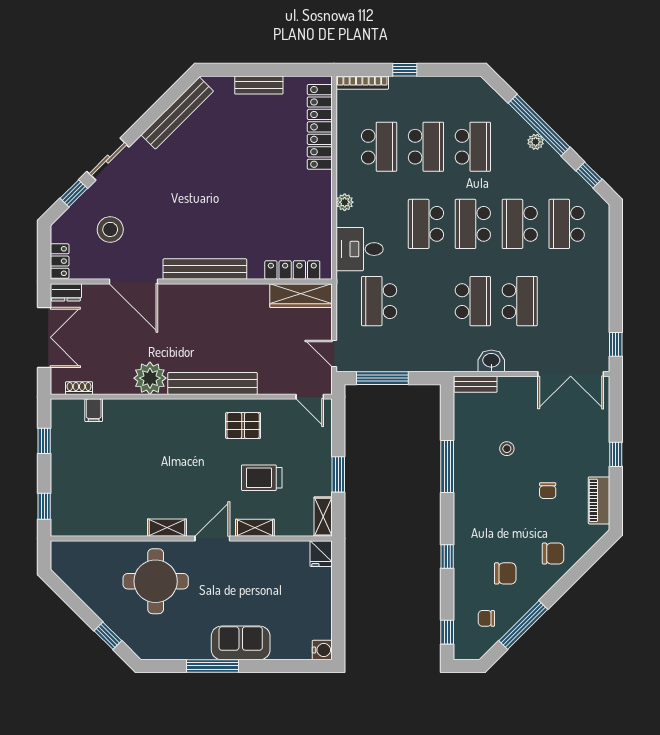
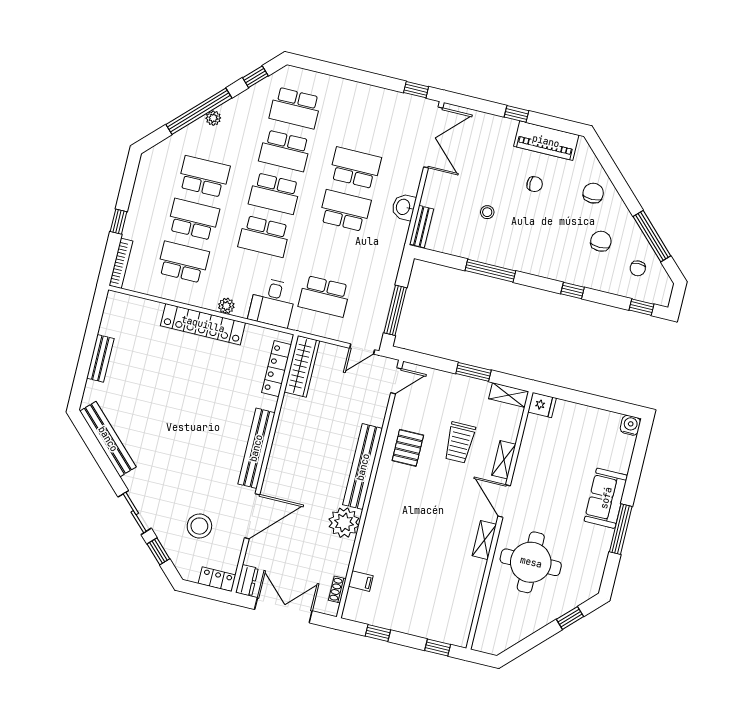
locker: (320, 127) -> (203, 324), moved
piano: (599, 500) -> (546, 141), width x1.37, depth x1.33

